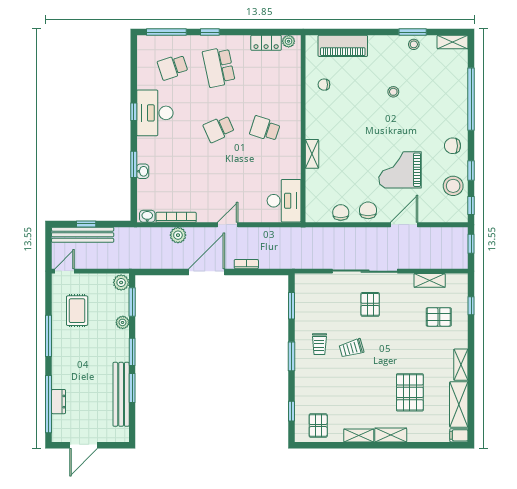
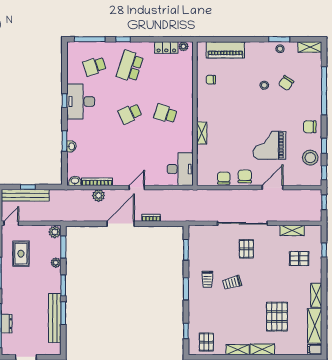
school desk: (219, 67) -> (130, 66), turned 30
chair: (422, 89) -> (286, 83), added

